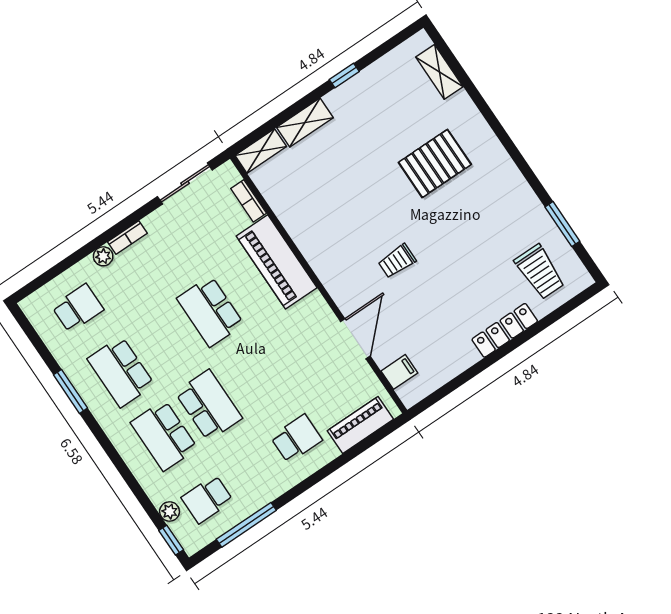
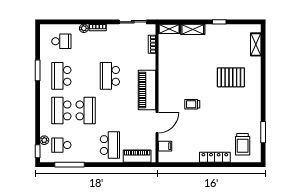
piano: (277, 262) -> (147, 90), moved
school desk: (296, 439) -> (110, 145), width x1.85

